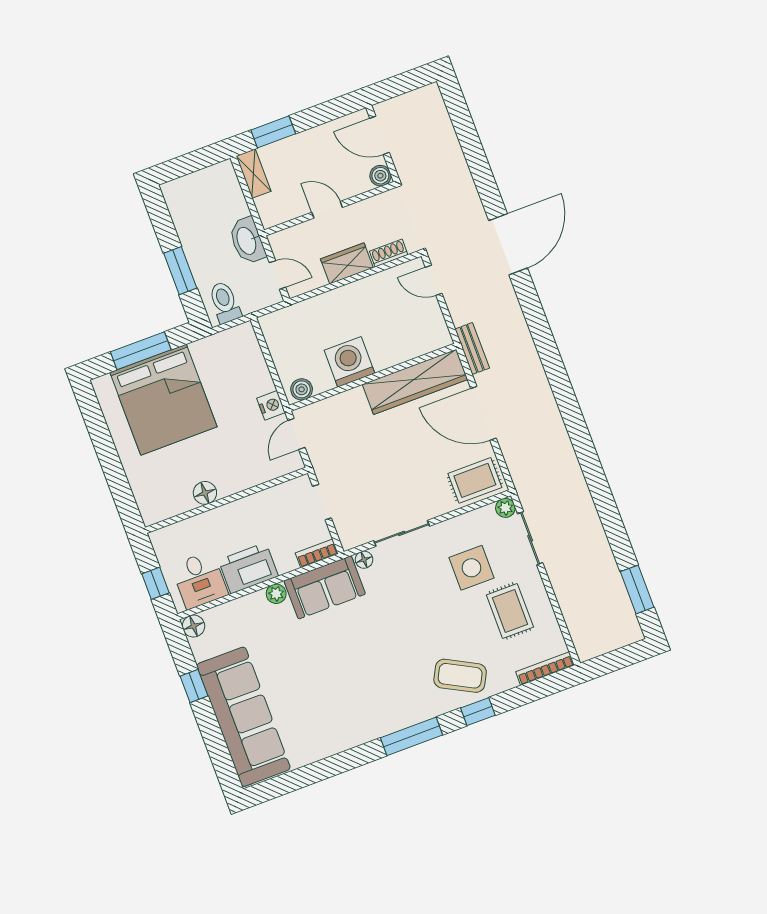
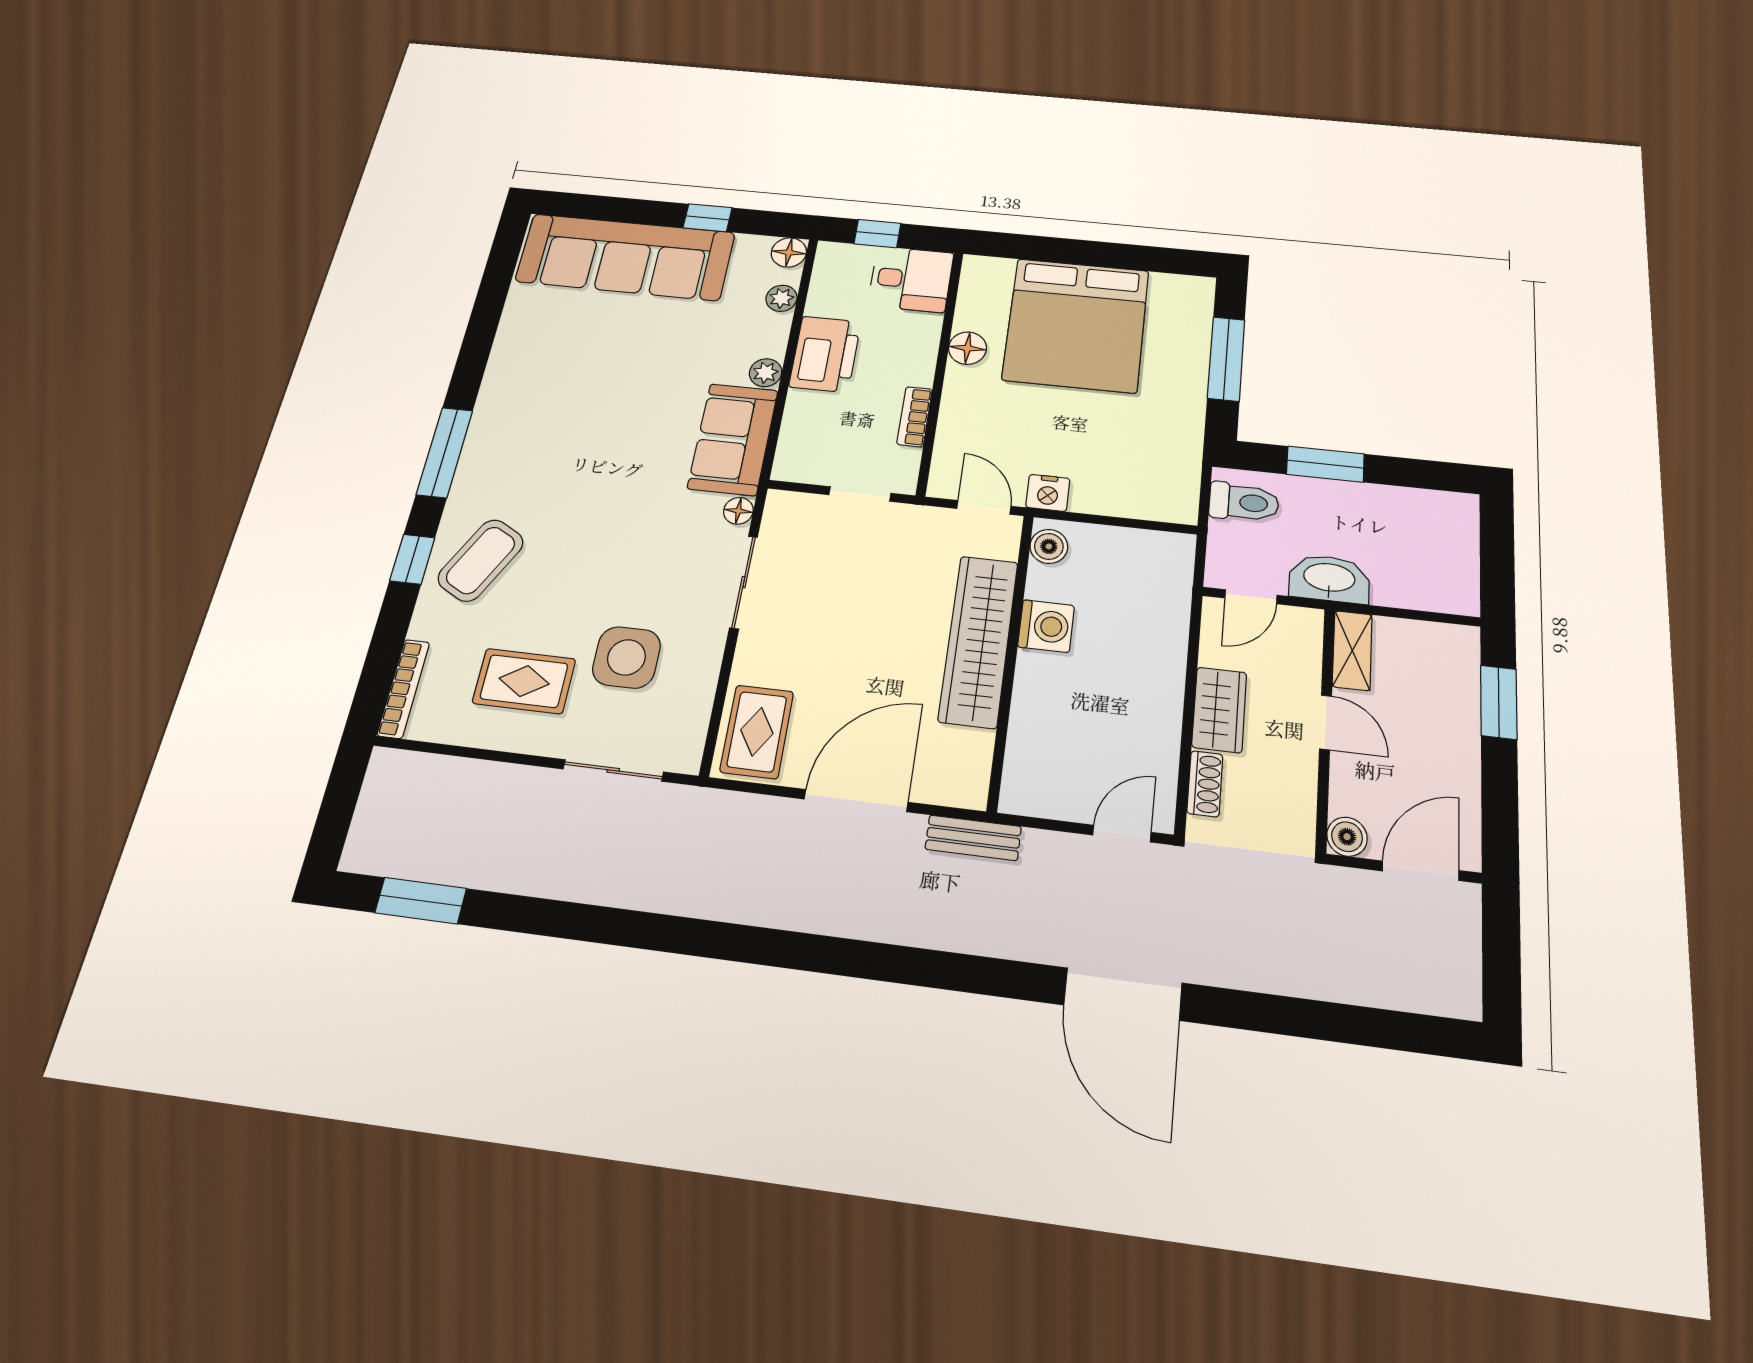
shelving: (254, 174) -> (1352, 650), moved, turned 90
door: (327, 210) -> (1325, 722), hinge flipped
washing machine: (350, 362) -> (1046, 626), width x0.73, depth x0.73
wardrobe: (415, 382) -> (978, 641), moved
bed: (163, 400) -> (1076, 325), moved, turned -90
plant: (505, 508) -> (781, 298), moved
bookcase: (317, 553) -> (915, 417), moved, turned 180
desk: (199, 580) -> (911, 279), moved, turned 180

